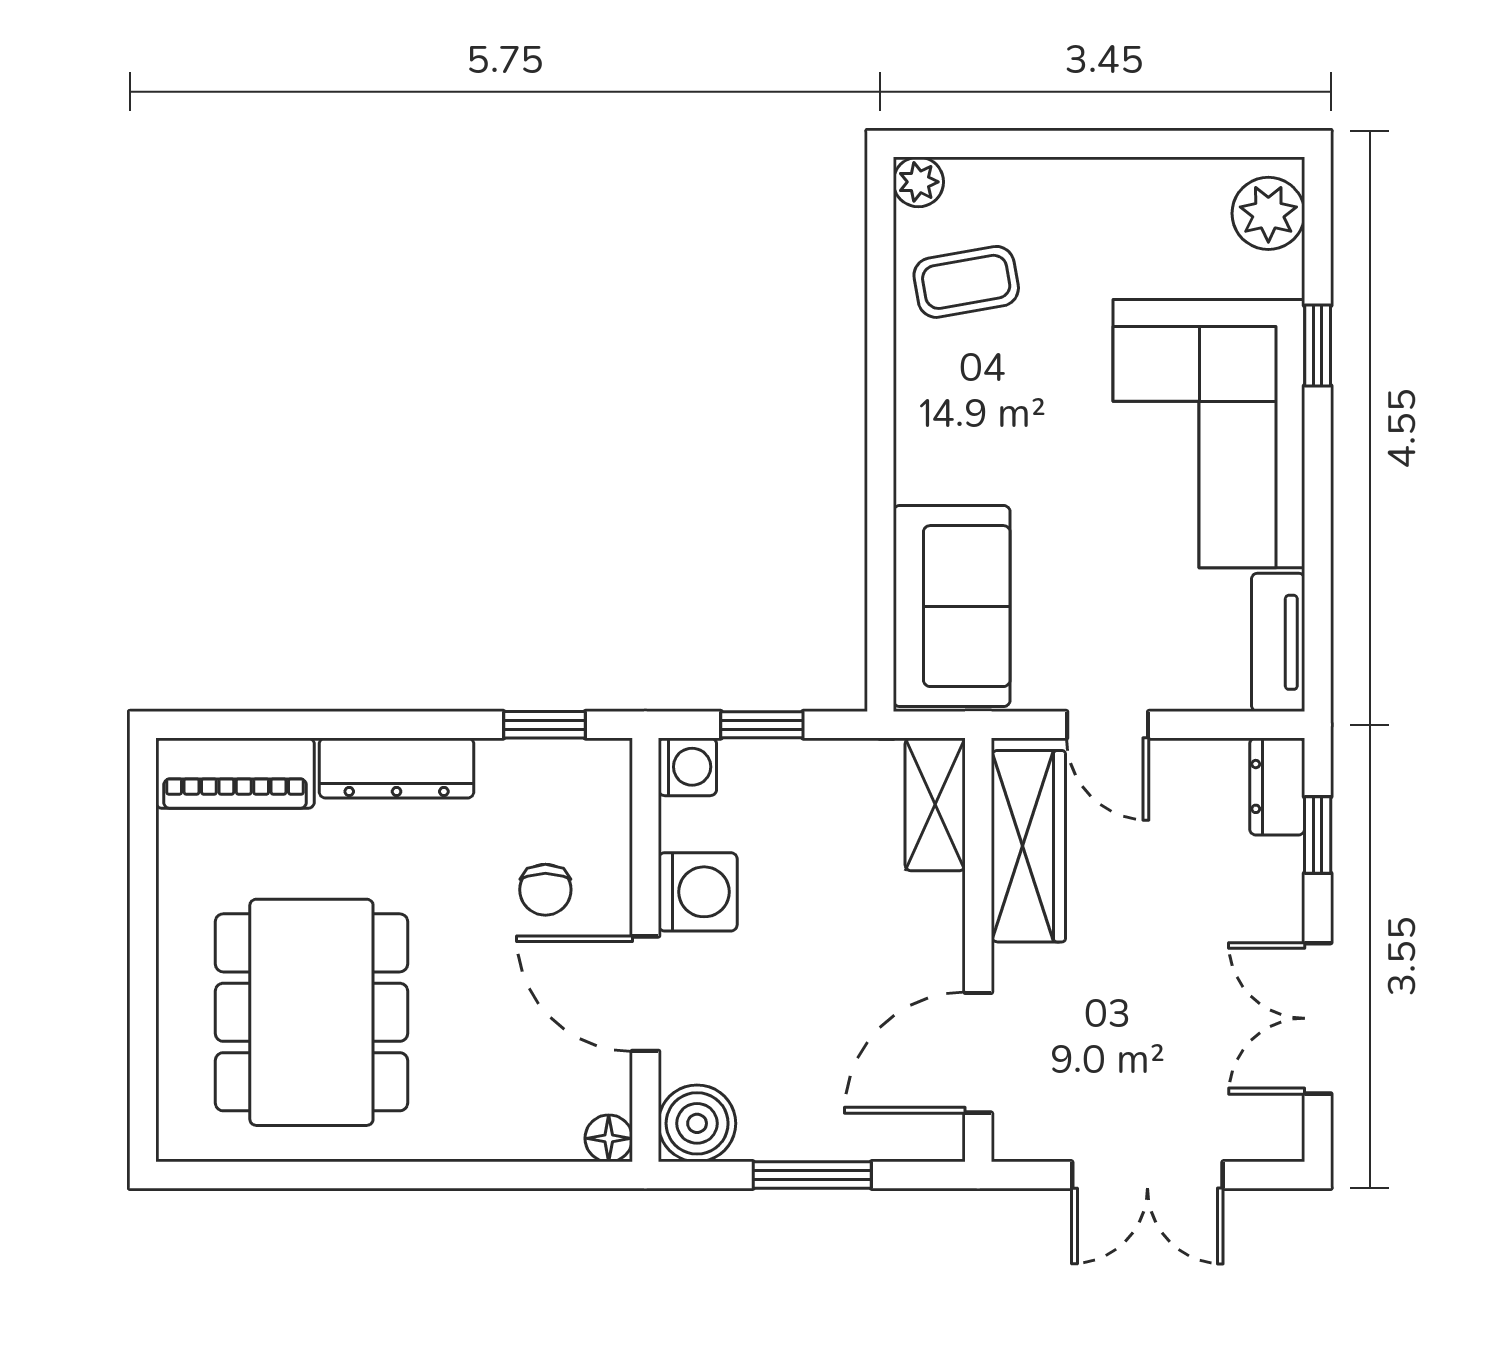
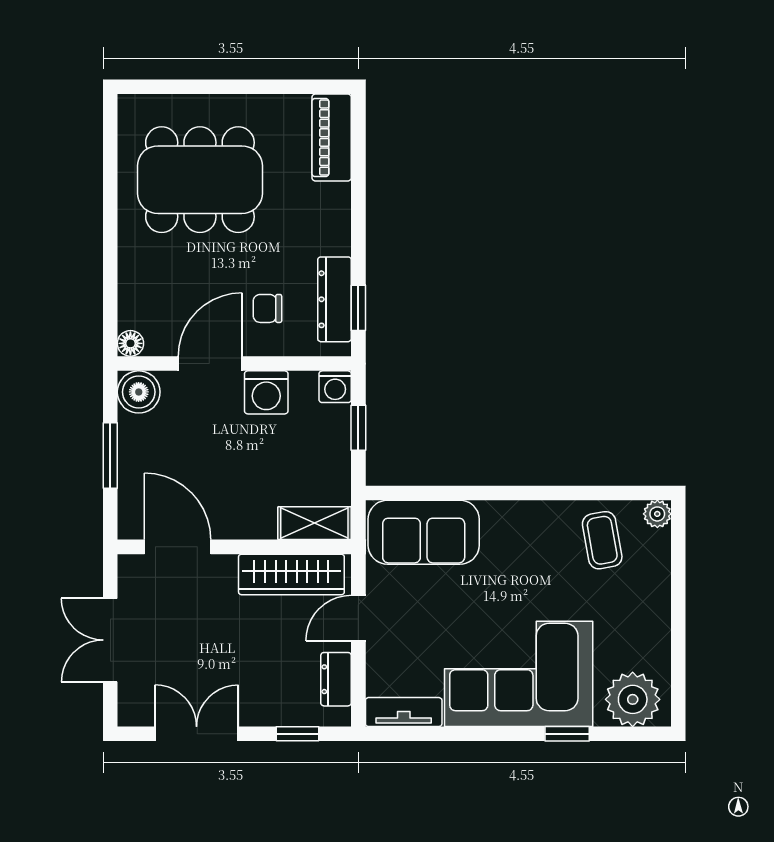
plant: (1268, 213) -> (633, 699), width x1.36, depth x1.36
dresser: (397, 768) -> (334, 299), moved
dresser: (1277, 786) -> (336, 679), moved, turned -90

